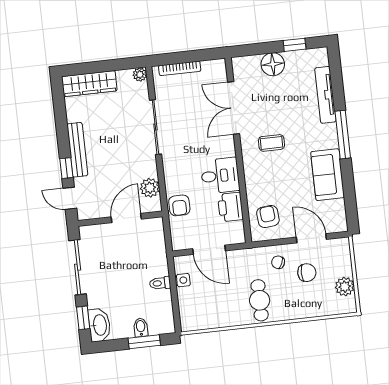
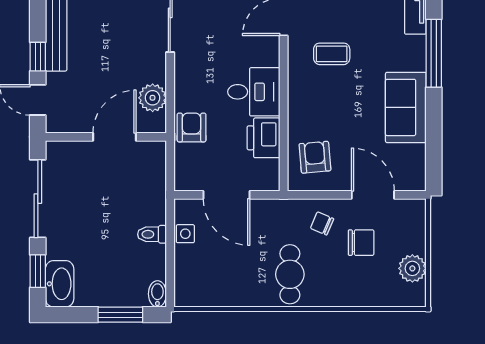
armchair: (179, 205) -> (192, 127), turned 180
bidet: (141, 327) -> (157, 294), moved

